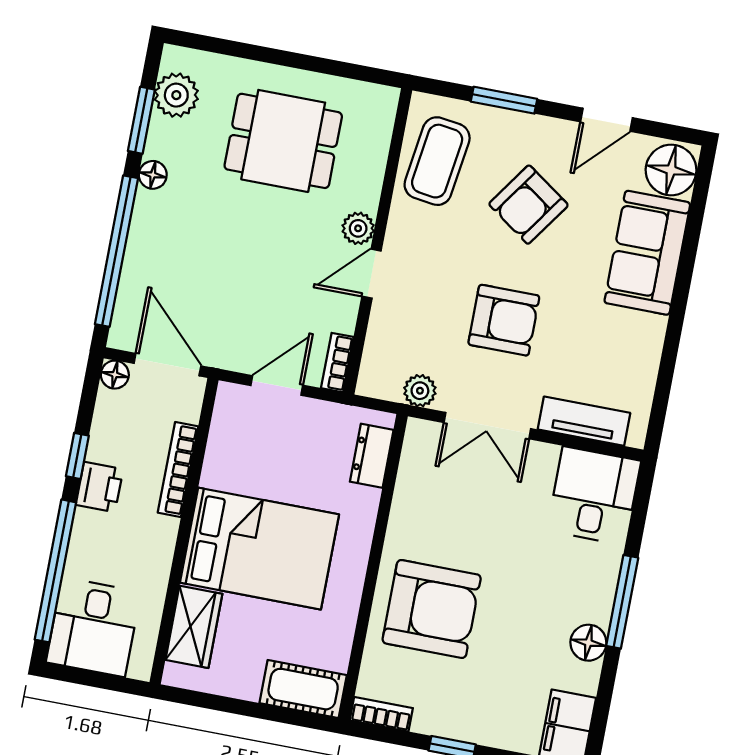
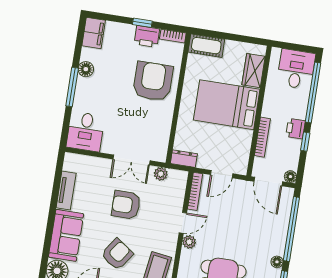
bookcase: (337, 363) -> (195, 191), width x1.56
tv unit: (584, 421) -> (66, 191), moved, turned -90
double door: (487, 426) -> (132, 160), swing flipped
dresser: (372, 456) -> (184, 159), moved, turned -90
armchair: (432, 609) -> (153, 81), turned 90
printer: (442, 715) -> (147, 36), added

